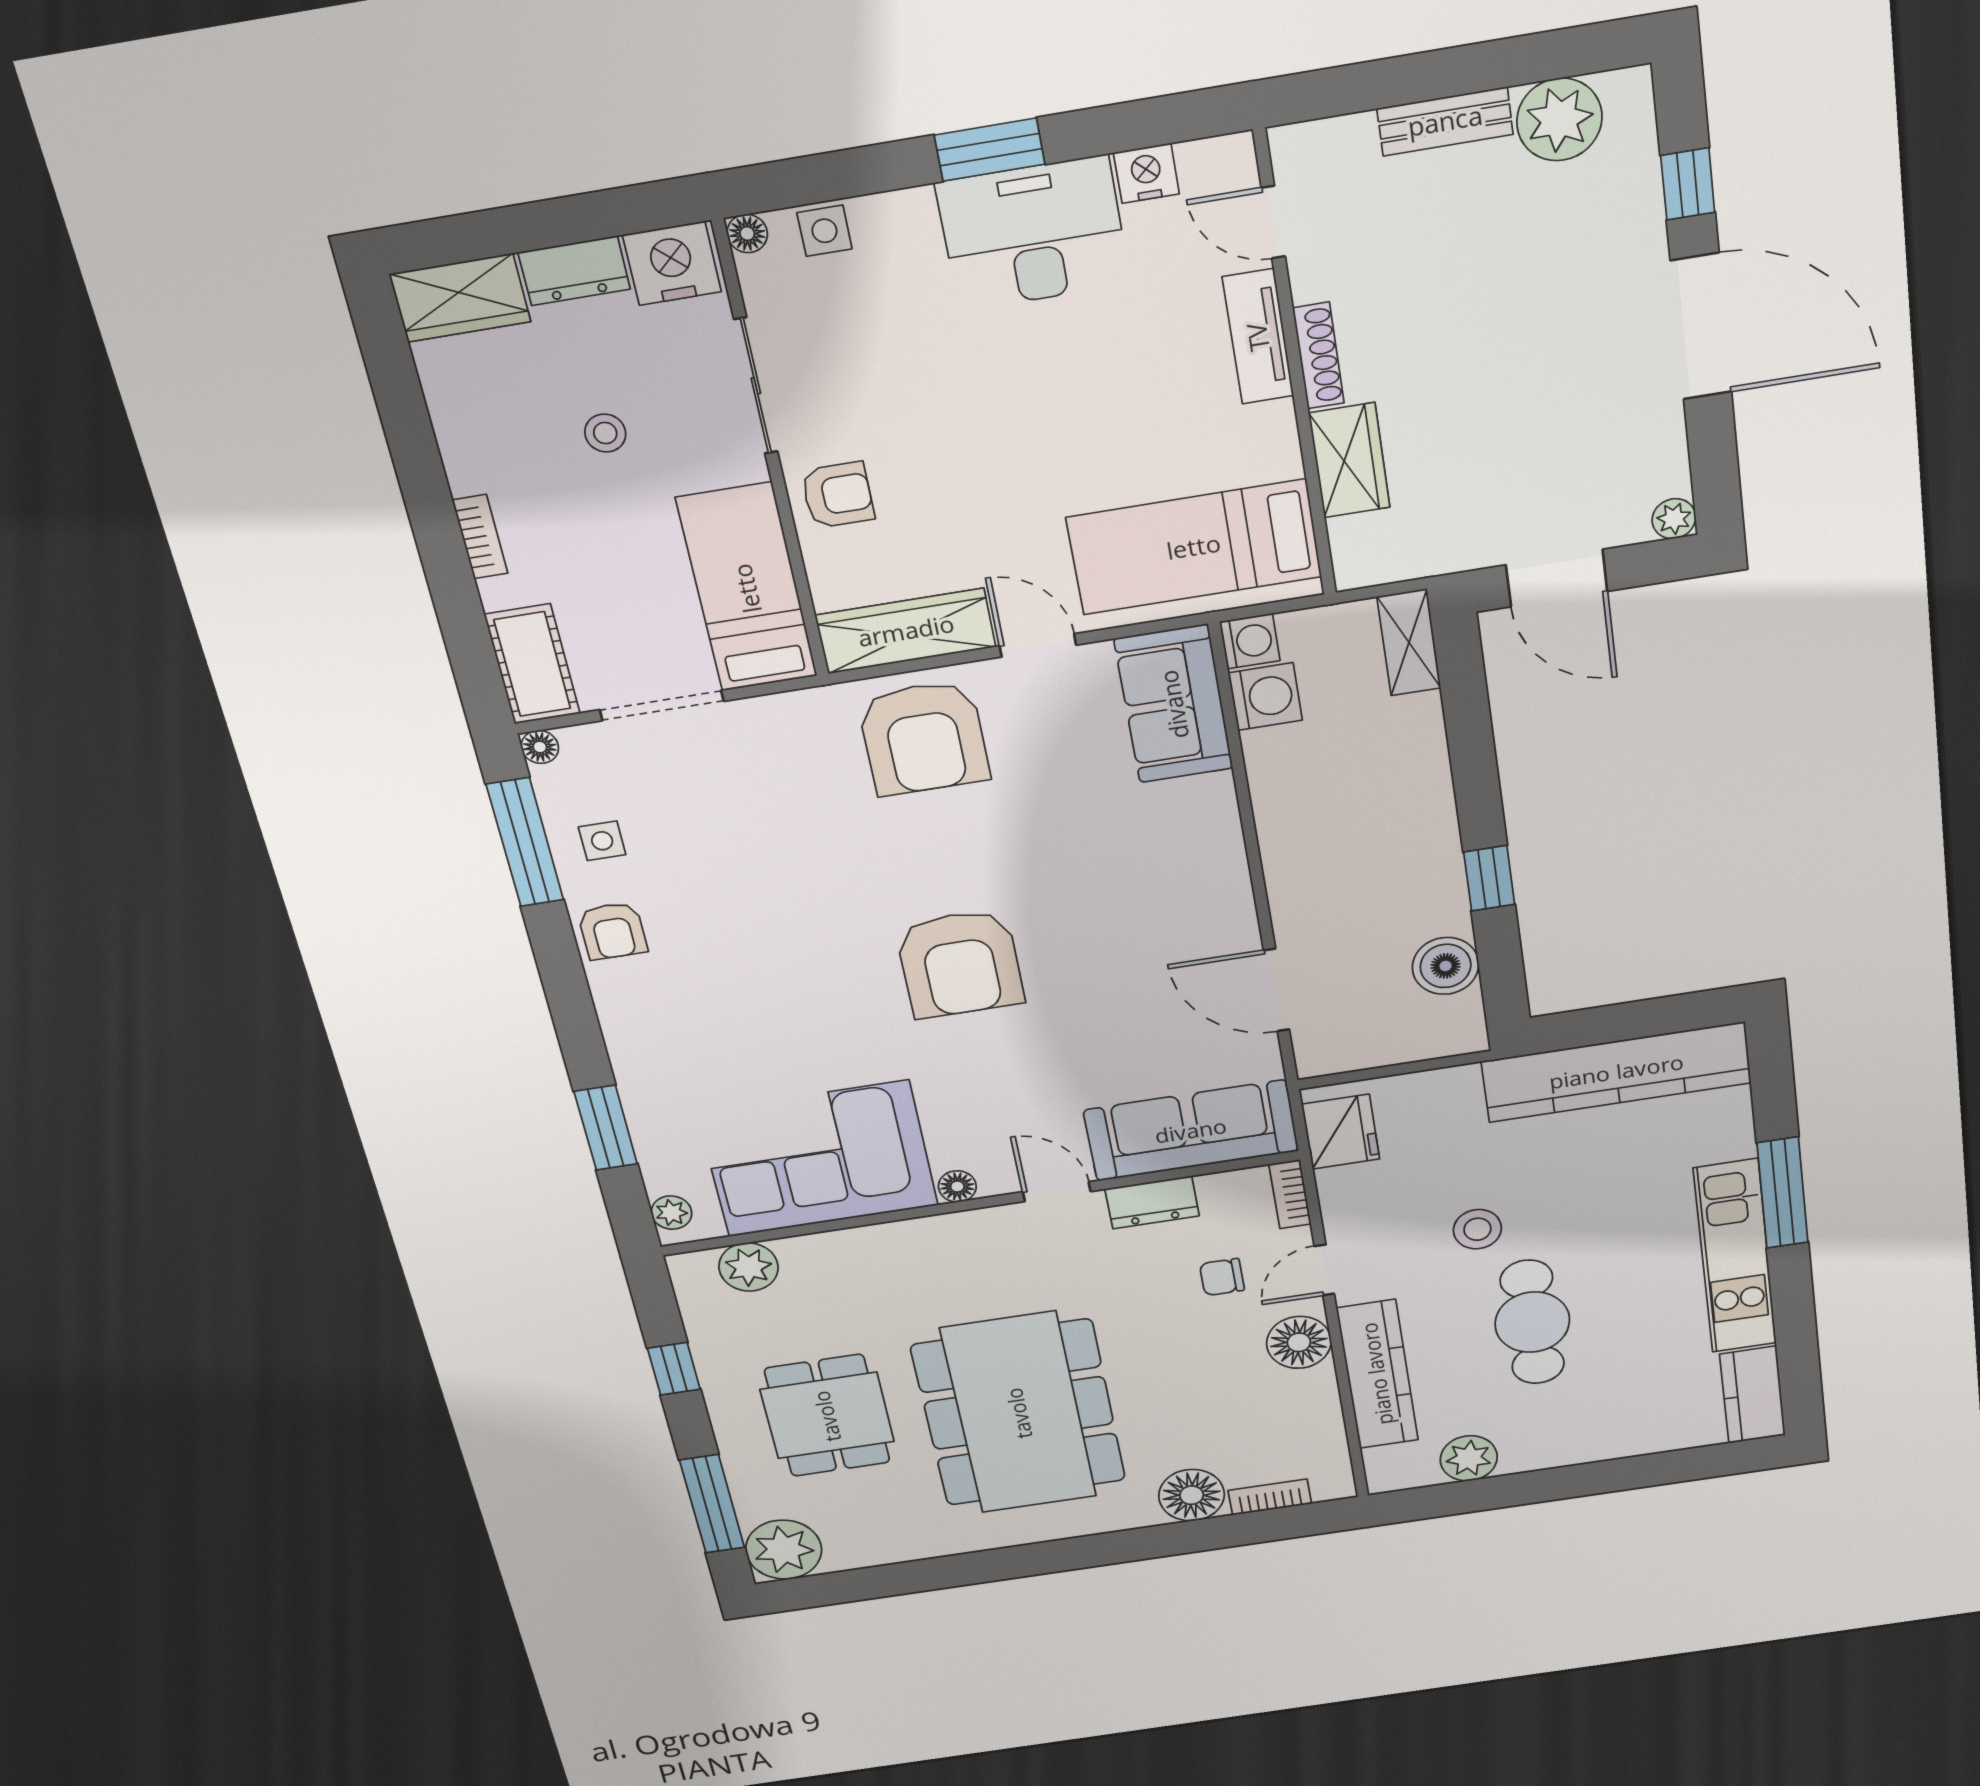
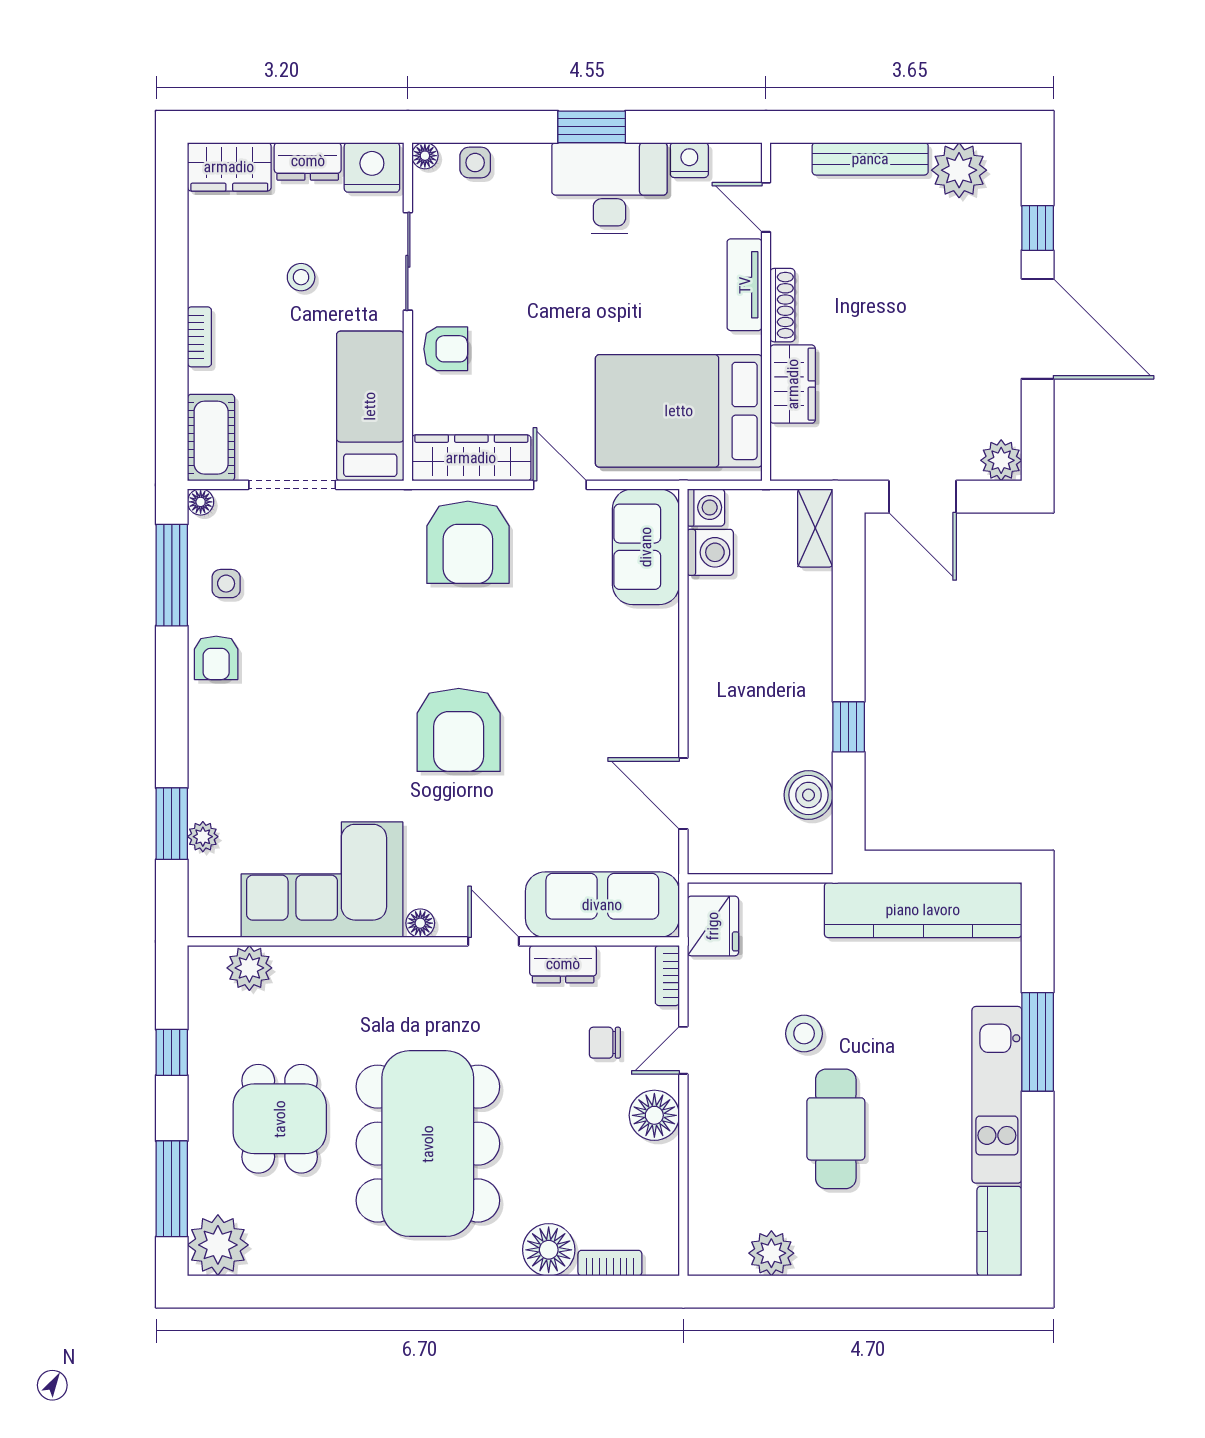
bench: (1445, 121) -> (870, 159), width x1.36
plant: (1674, 519) -> (1001, 460), width x1.38, depth x1.38
bed: (1194, 547) -> (679, 411), width x1.50
plant: (671, 1213) -> (203, 837), moved
kitchen counter: (1377, 1374) -> (711, 1157), removed

